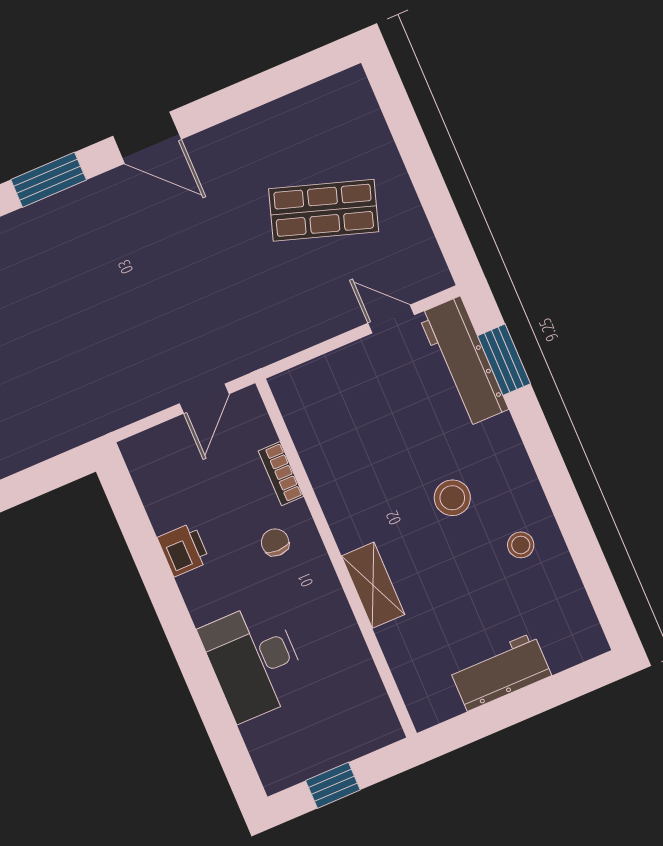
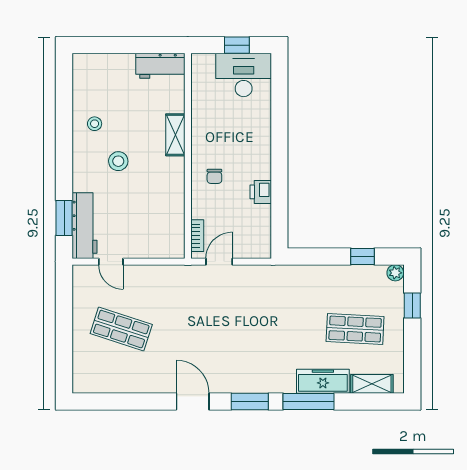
bookcase: (281, 474) -> (197, 236), moved
desk: (254, 661) -> (244, 75), moved, turned -90
workbench: (500, 672) -> (160, 66), moved

